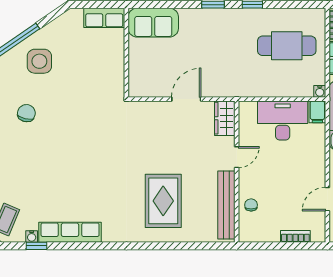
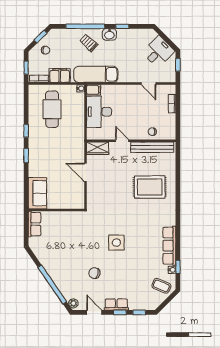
side table: (39, 61) -> (116, 243), moved

